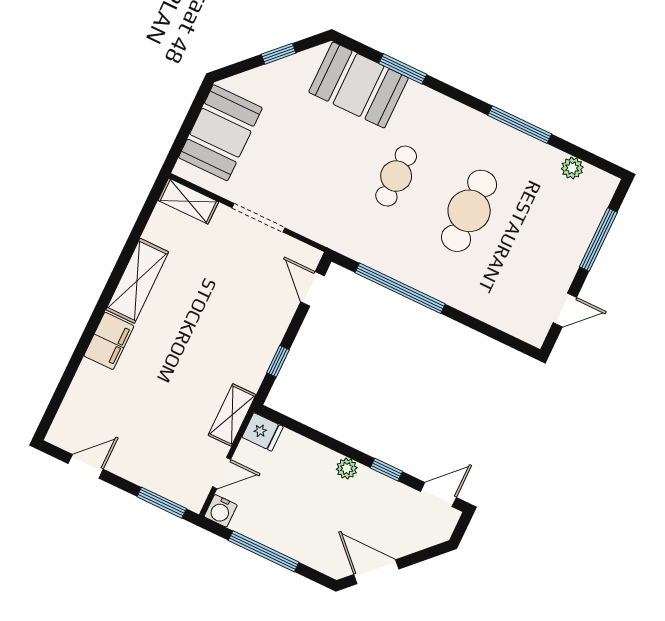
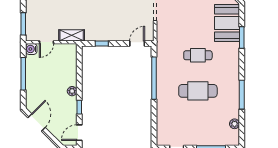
fridge: (263, 432) -> (71, 51), removed
door: (222, 473) -> (46, 42), hinge flipped
door: (438, 494) -> (79, 133), swing flipped

